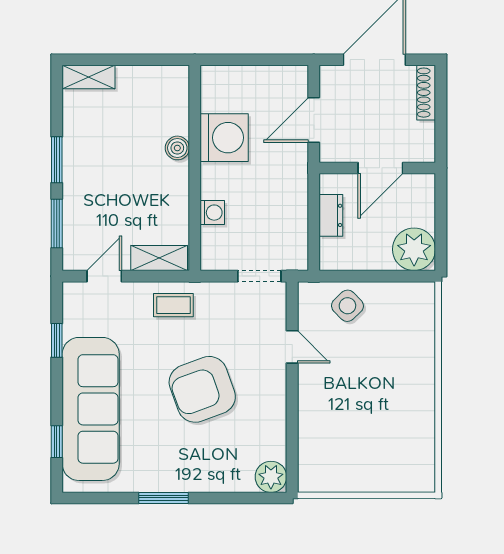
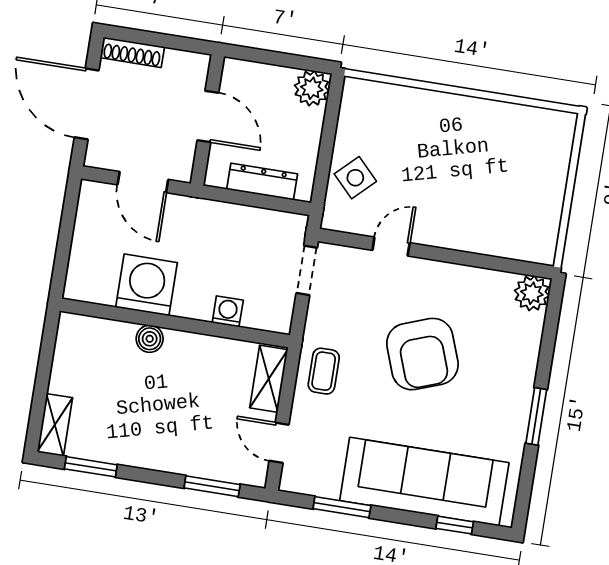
window: (57, 160) -> (91, 467), moved
dresser: (331, 215) -> (262, 182), width x1.44
plant: (414, 249) -> (312, 88), width x0.73, depth x0.73
window: (57, 340) -> (342, 507), width x1.50

